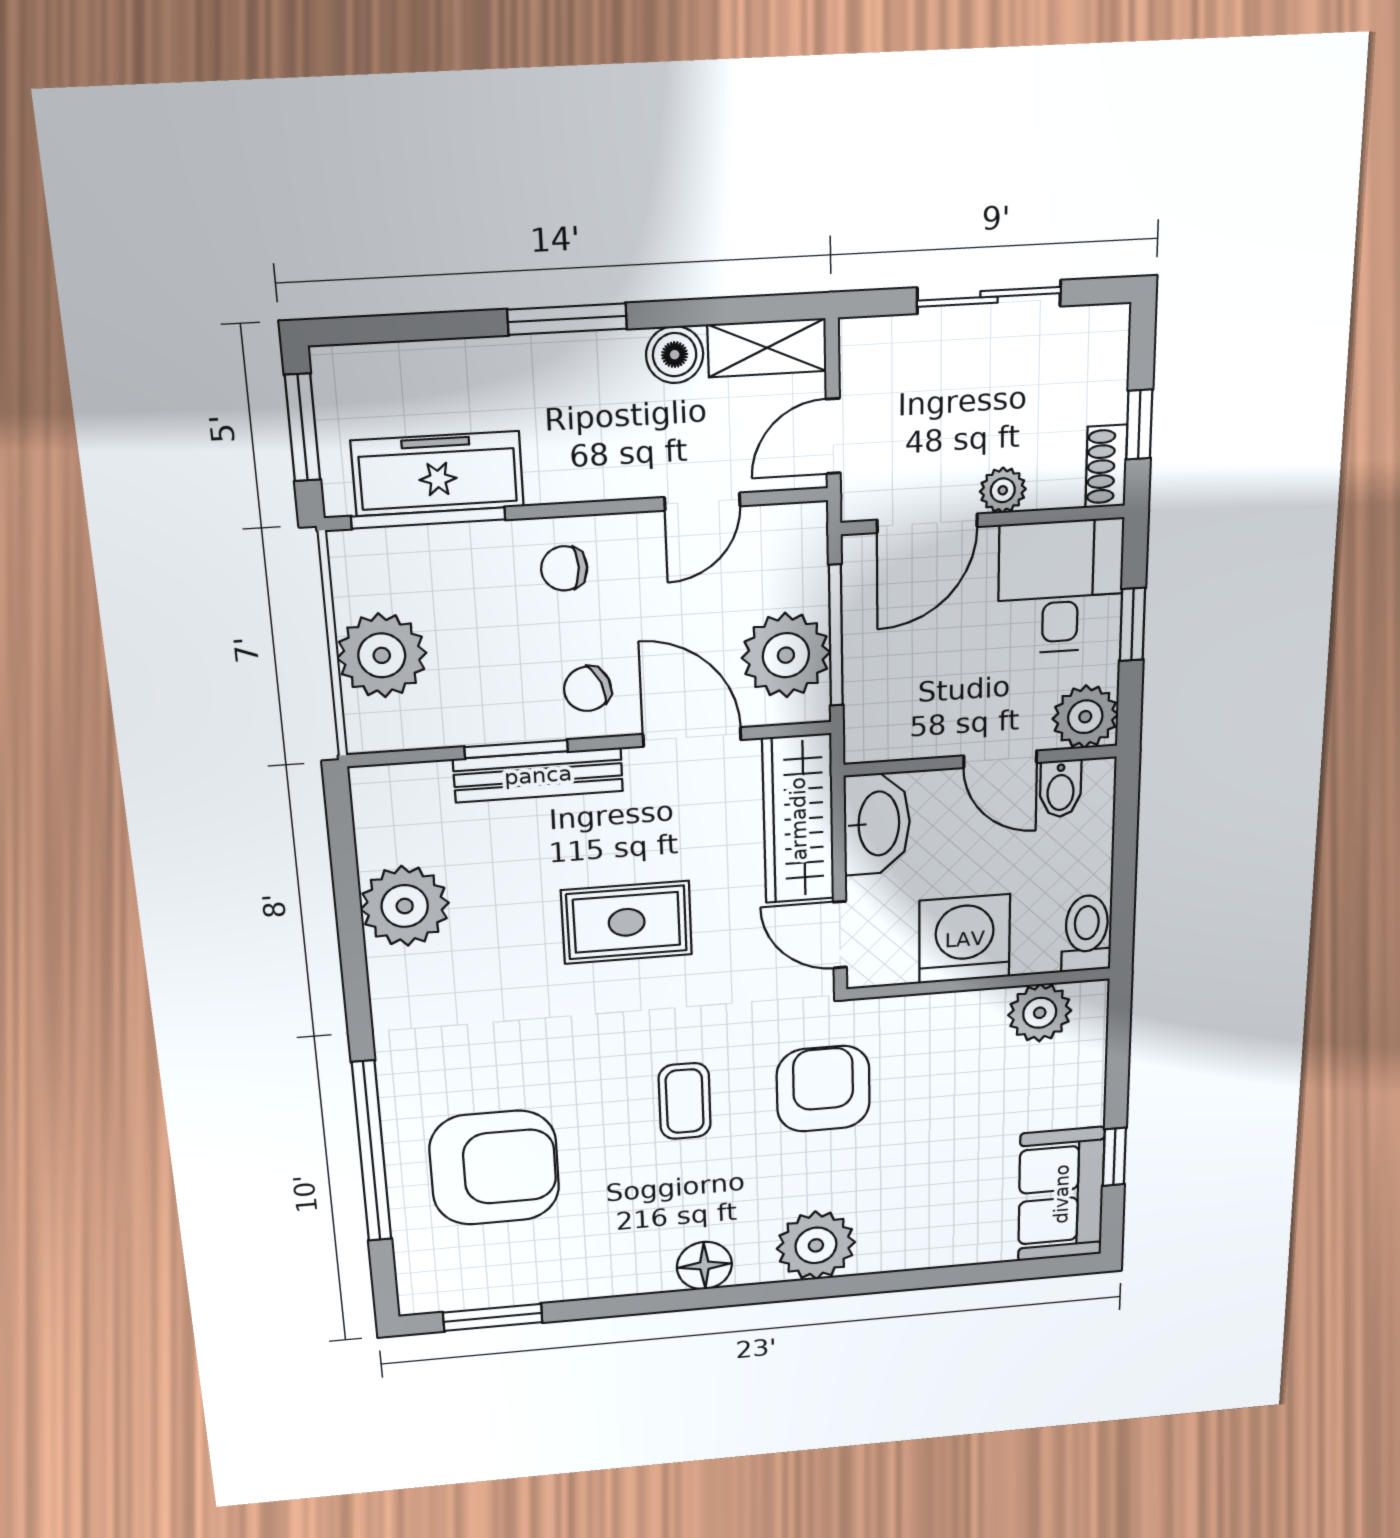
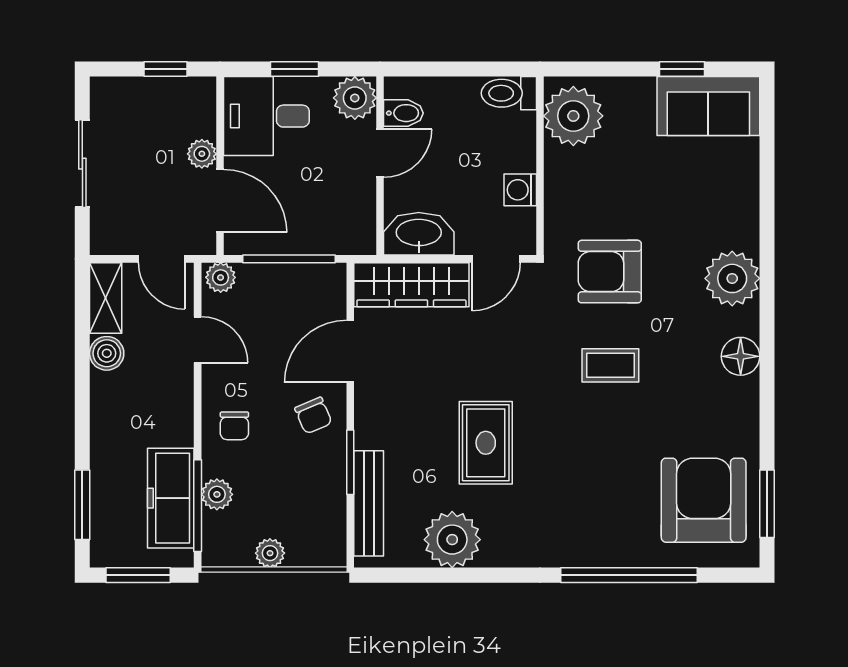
window: (567, 319) -> (82, 505), moved
shoe rack: (1106, 466) -> (191, 89), removed
plant: (449, 548) -> (217, 494), added
plant: (382, 655) -> (270, 553), width x0.53, depth x0.53
plant: (786, 655) -> (221, 277), moved, width x0.53, depth x0.53
bench: (538, 775) -> (369, 503), moved
rug: (627, 922) -> (486, 443), moved
washing machine: (965, 939) -> (520, 190), width x0.53, depth x0.53
plant: (1040, 1013) -> (573, 116), width x1.36, depth x1.36
armchair: (494, 1168) -> (704, 500), moved

